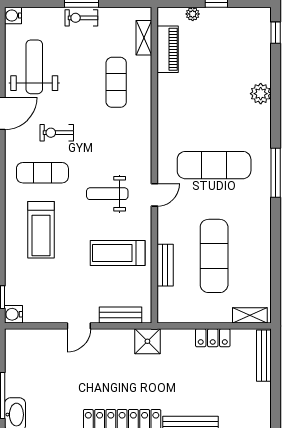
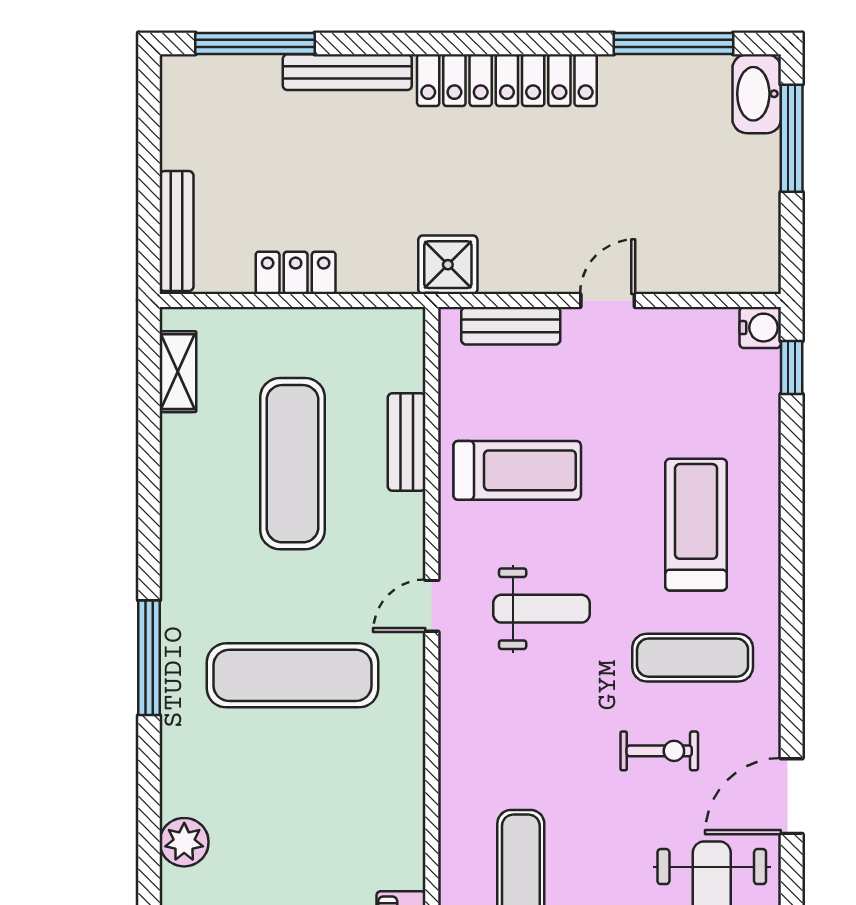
shelving: (250, 315) -> (178, 372), moved, turned 90

